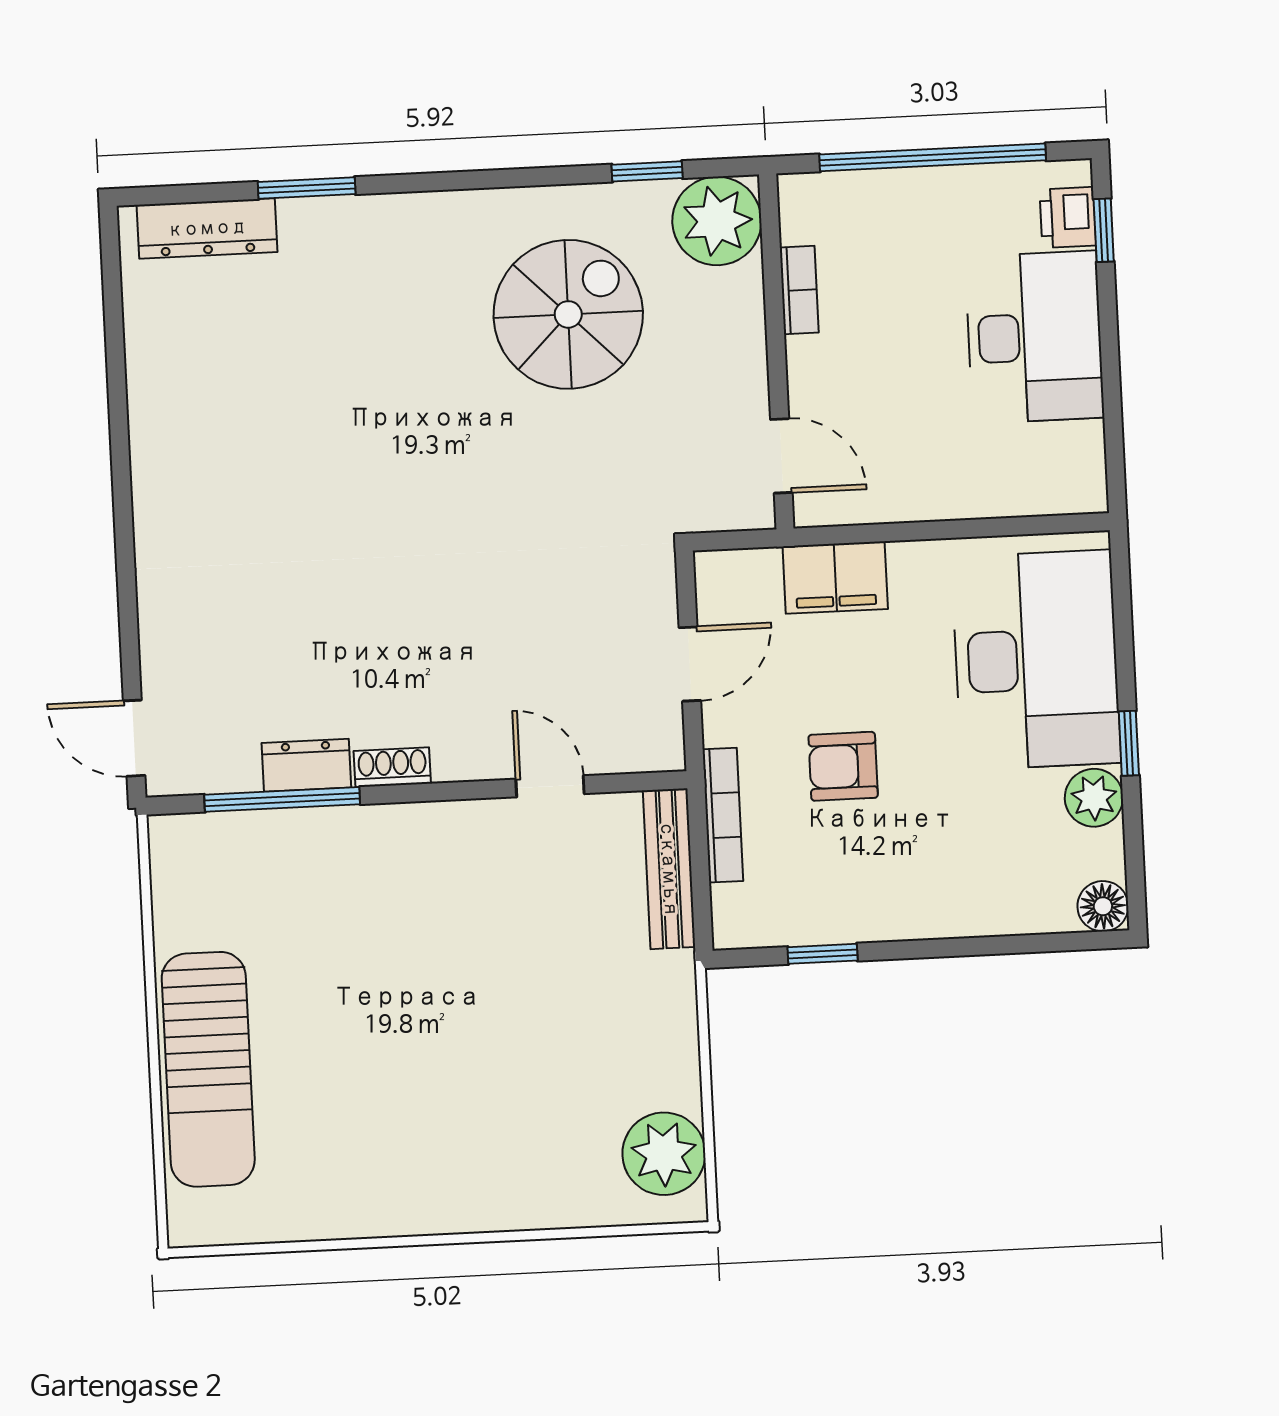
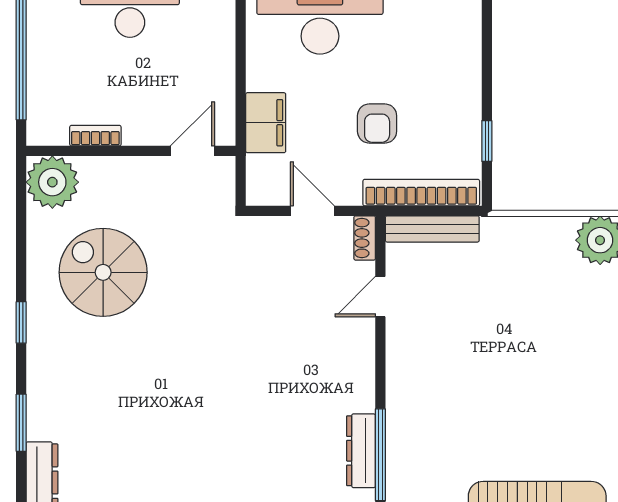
window: (647, 171) -> (21, 322), moved
dresser: (306, 765) -> (361, 451), width x1.44
shoe rack: (392, 767) -> (365, 238), moved
bookcase: (723, 815) -> (421, 193), width x1.48, depth x1.31

